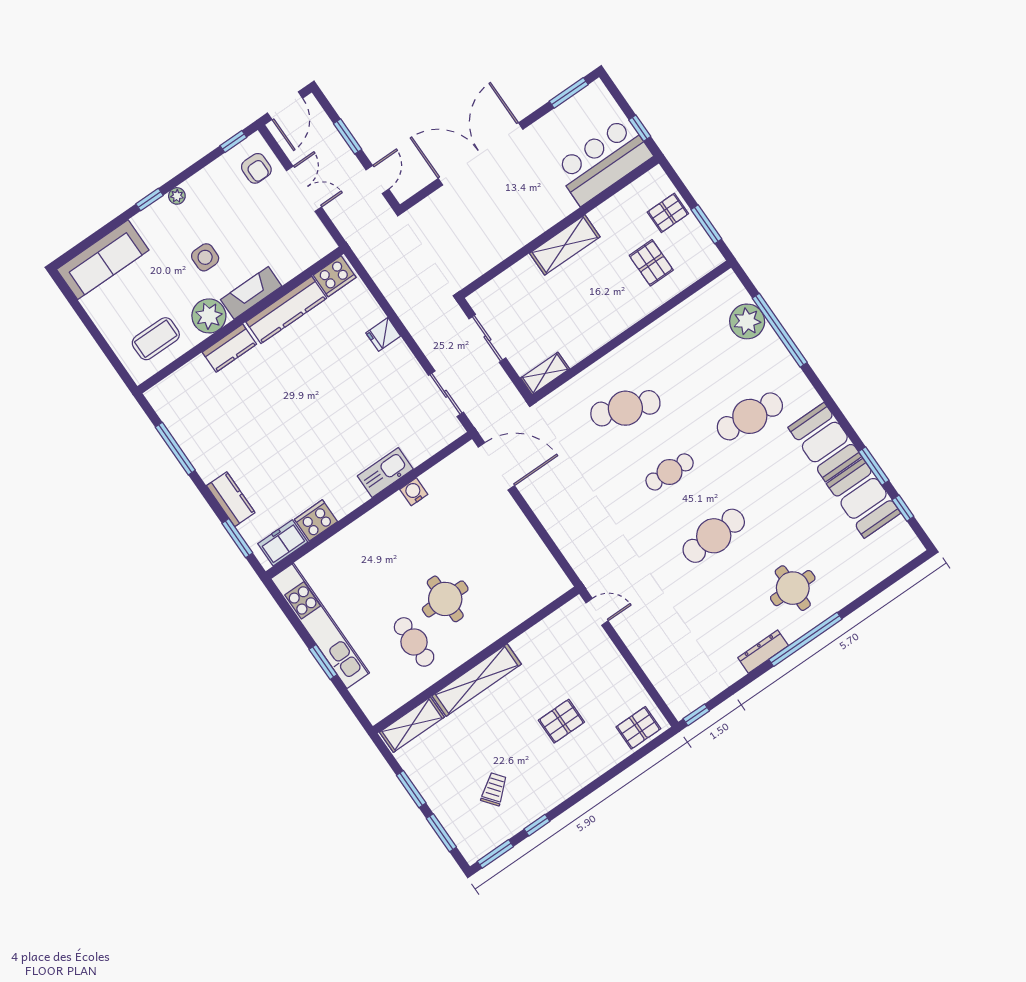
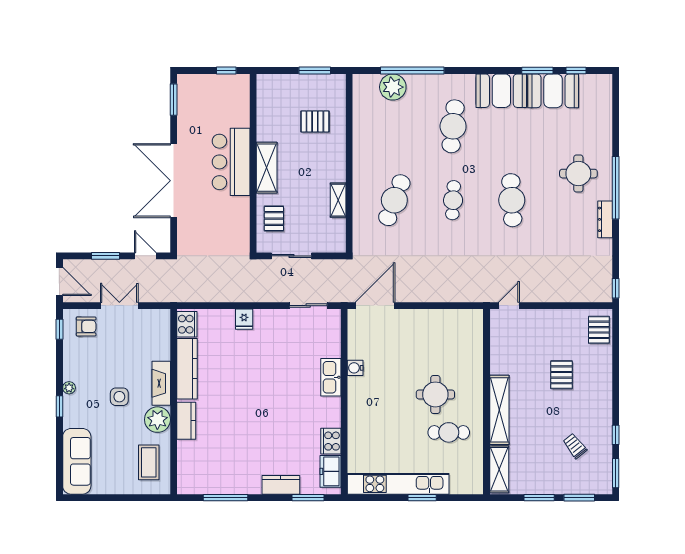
bar counter: (603, 161) -> (231, 162), moved
pallet: (668, 213) -> (274, 219), moved
shelving: (545, 373) -> (338, 200), moved

